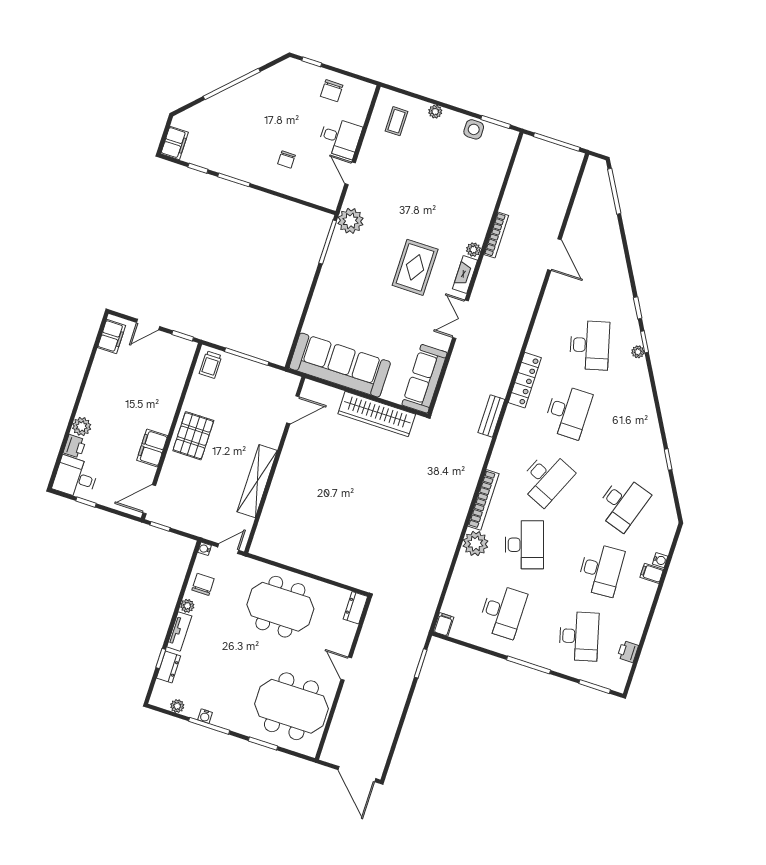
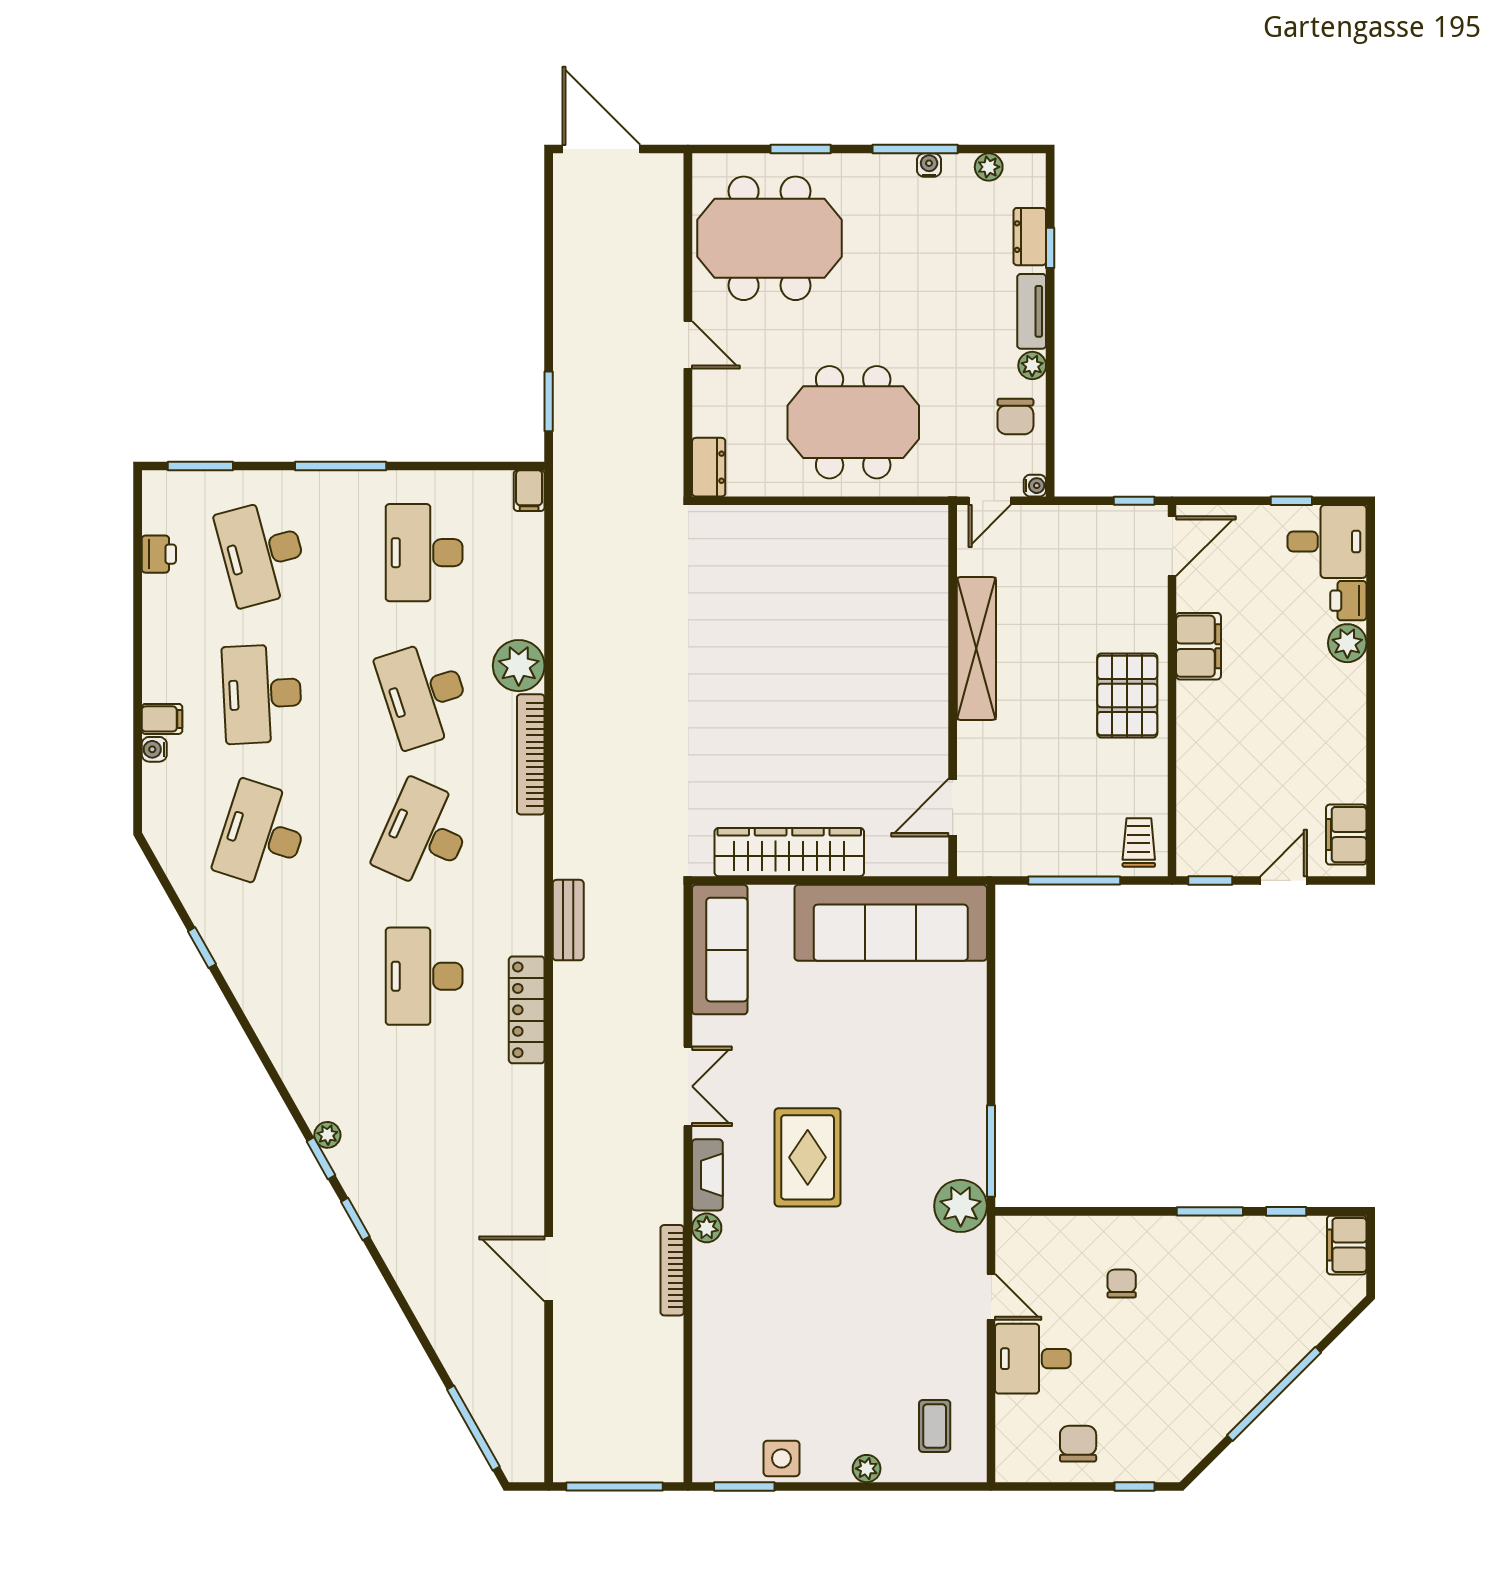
desk: (590, 345) -> (424, 1117), removed

